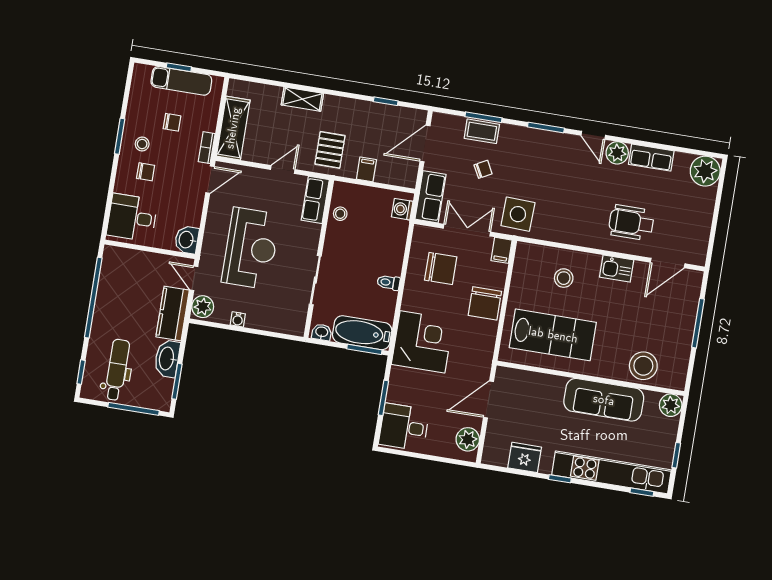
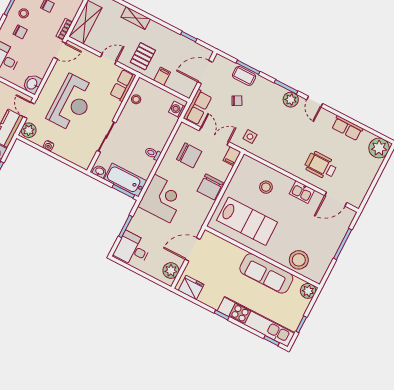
plant: (617, 153) -> (291, 100), moved
side table: (518, 214) -> (250, 137), width x0.54, depth x0.54
fridge: (525, 457) -> (191, 288), moved

